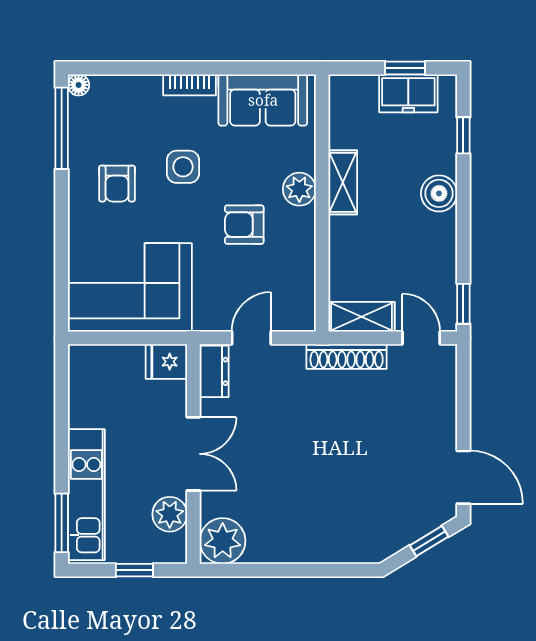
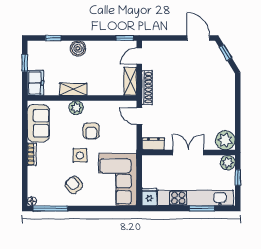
freezer: (408, 93) -> (35, 83), moved
side table: (183, 167) -> (80, 155), moved
armchair: (117, 184) -> (74, 185), turned -130
door: (251, 338) -> (139, 116), moved
fridge: (166, 362) -> (149, 197), moved, turned 180
door: (463, 477) -> (198, 38), hinge flipped
kitchen unit: (86, 495) -> (196, 198), width x1.36
plant: (170, 514) -> (228, 163), moved
window: (62, 523) -> (202, 208), moved

